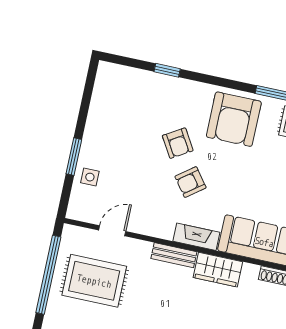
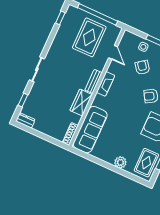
armchair: (190, 182) -> (142, 67), moved
fireplace: (196, 237) -> (106, 84), moved

